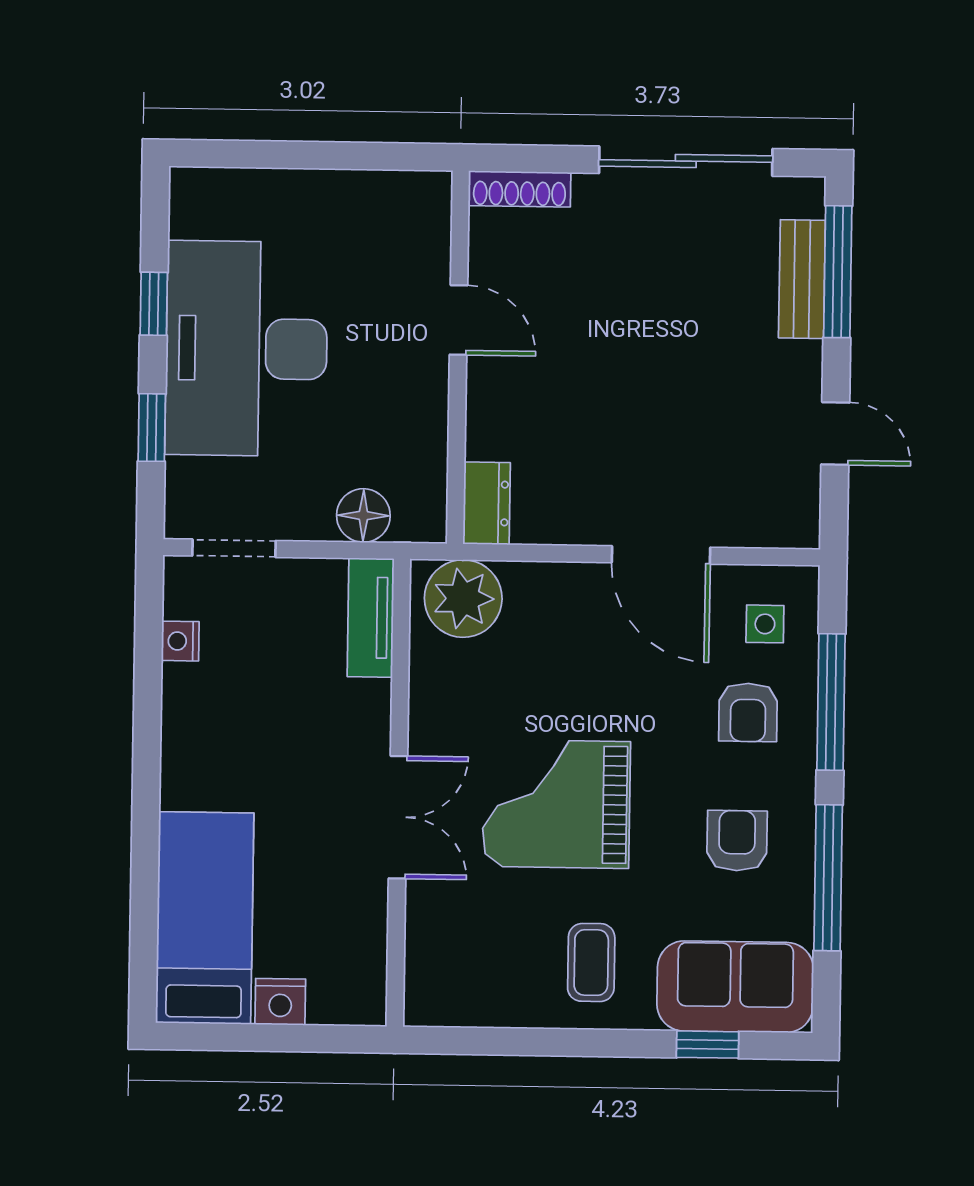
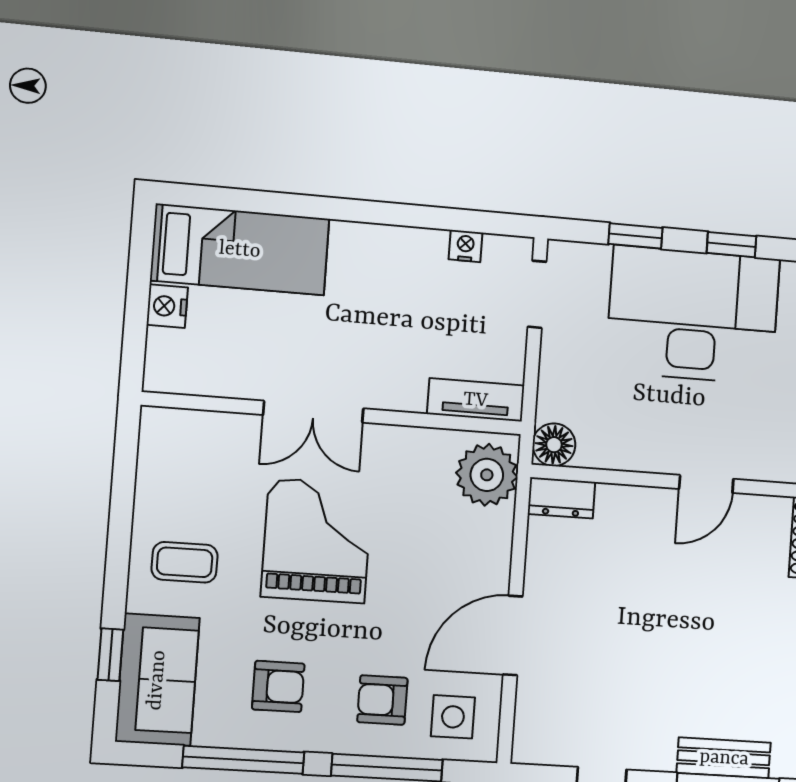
floor lamp: (363, 516) -> (554, 445), moved
side table: (765, 624) -> (453, 717), width x1.37, depth x1.37

